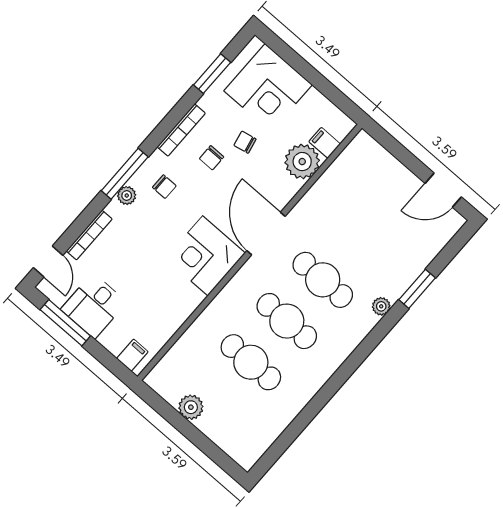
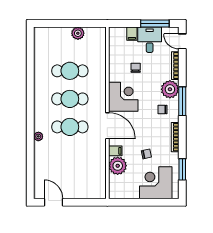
filing cabinet: (325, 143) -> (115, 151), moved
chair: (212, 158) -> (136, 68), moved
door: (443, 190) -> (54, 202), hinge flipped
plant: (127, 195) -> (170, 89), width x1.88, depth x1.88
window: (417, 289) -> (30, 155), removed
filing cabinet: (132, 355) -> (132, 34), moved

